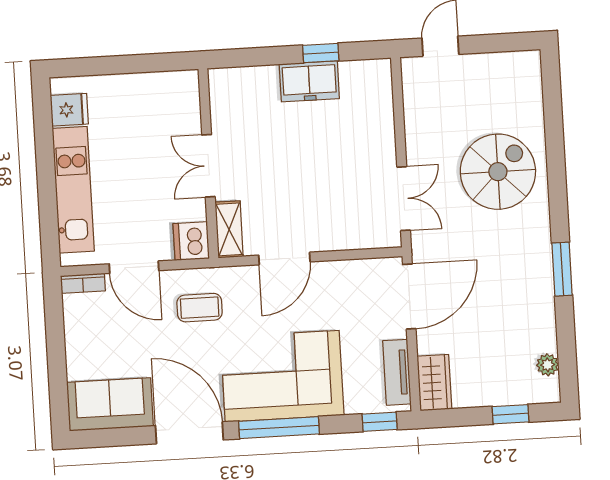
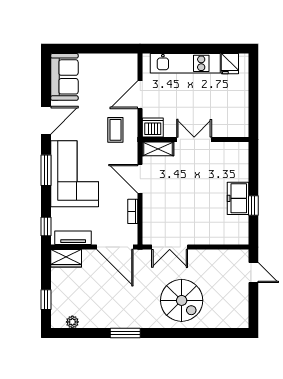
bookcase: (83, 283) -> (133, 211), moved
window: (279, 428) -> (46, 170), width x0.69
door: (189, 433) -> (46, 120), width x0.73

